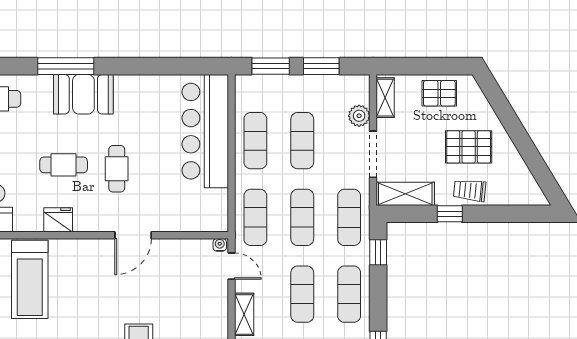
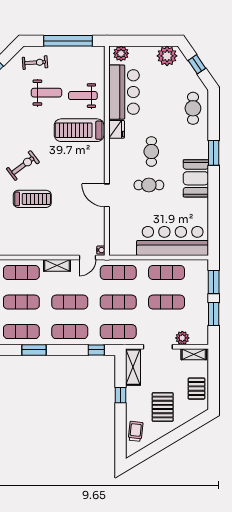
window: (66, 66) -> (214, 153), width x0.69
booth: (83, 94) -> (196, 178), moved
trolley: (470, 190) -> (136, 431), moved
fridge: (58, 220) -> (117, 129), moved

